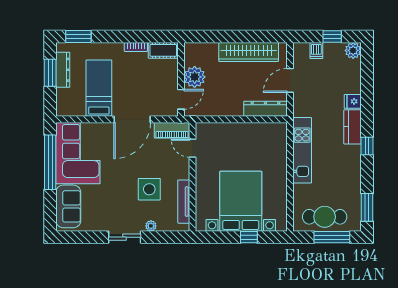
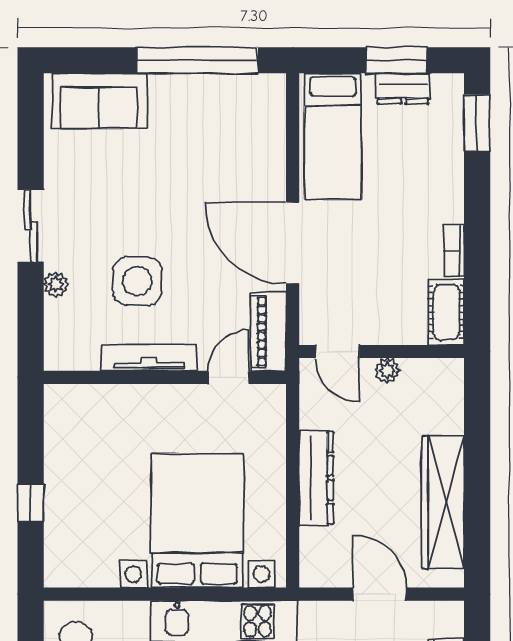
dresser: (63, 70) -> (403, 89), width x0.70
plant: (195, 77) -> (387, 371), width x0.53, depth x0.53
bed: (99, 88) -> (333, 136), moved, turned 90
dresser: (265, 109) -> (316, 478), moved
corner sofa: (78, 153) -> (218, 122), removed
bed with nightstands: (241, 201) -> (197, 521), moved, turned -90
tv unit: (184, 202) -> (149, 358), moved

